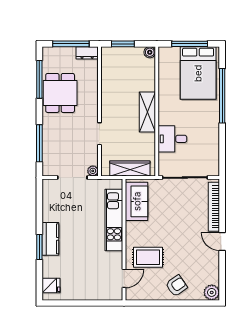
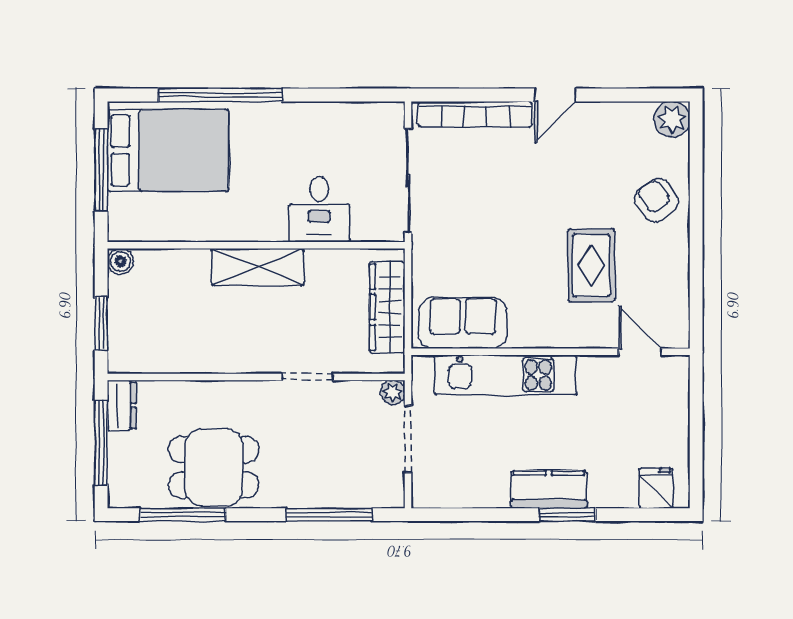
sofa: (137, 201) -> (463, 323), moved
kitchen unit: (114, 220) -> (506, 375), moved
wall: (124, 240) -> (551, 352), moved
door: (124, 278) -> (640, 352), moved

